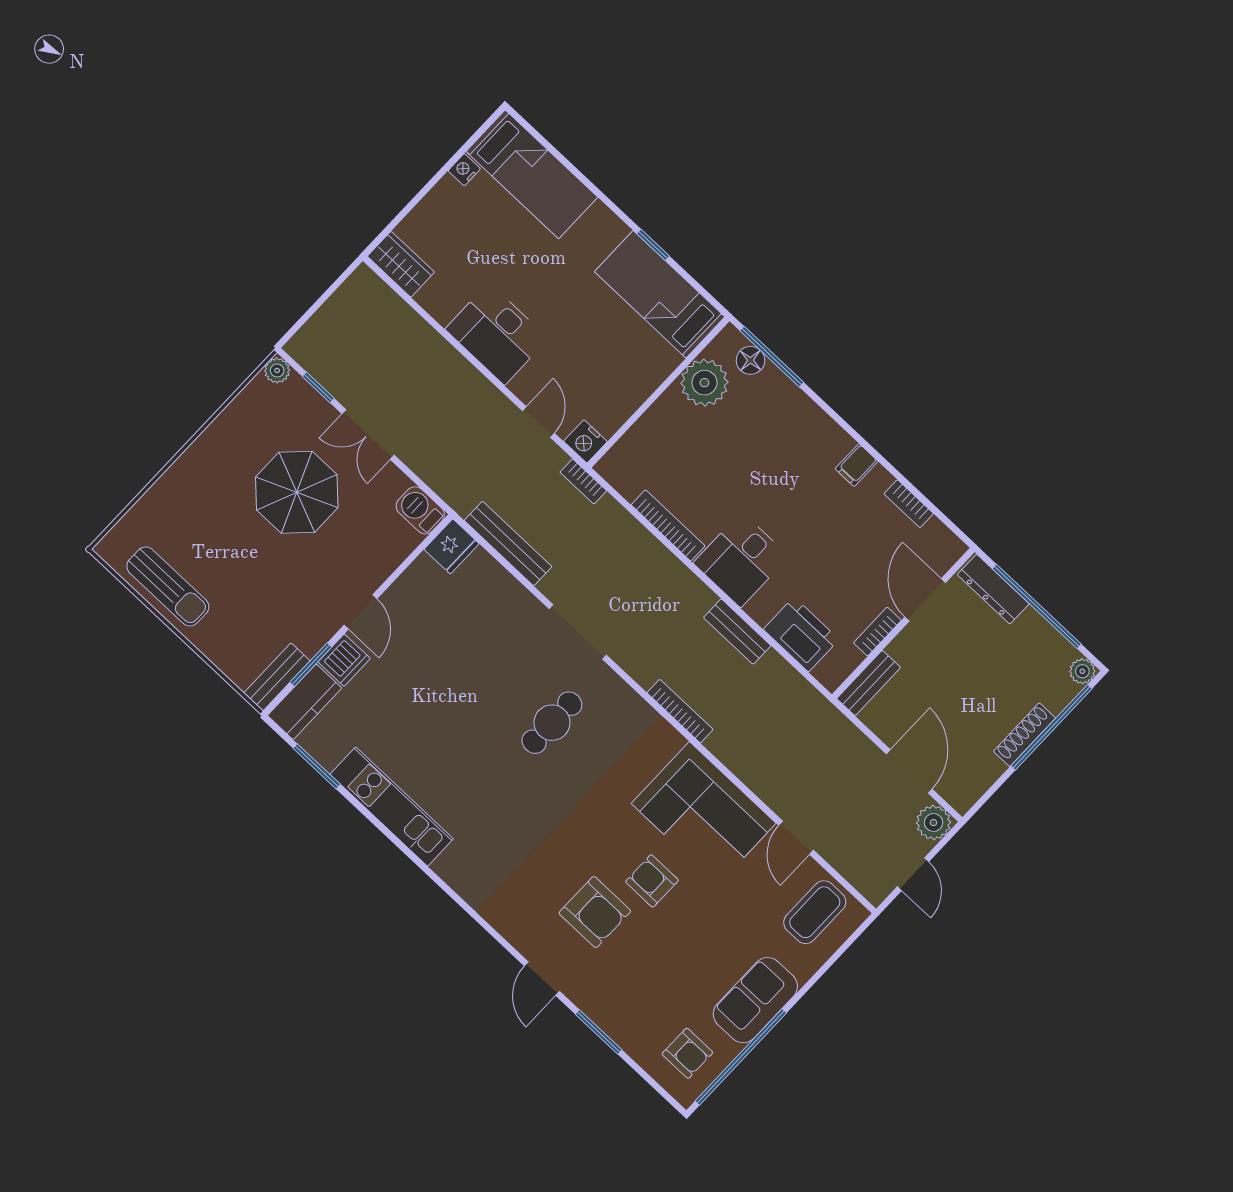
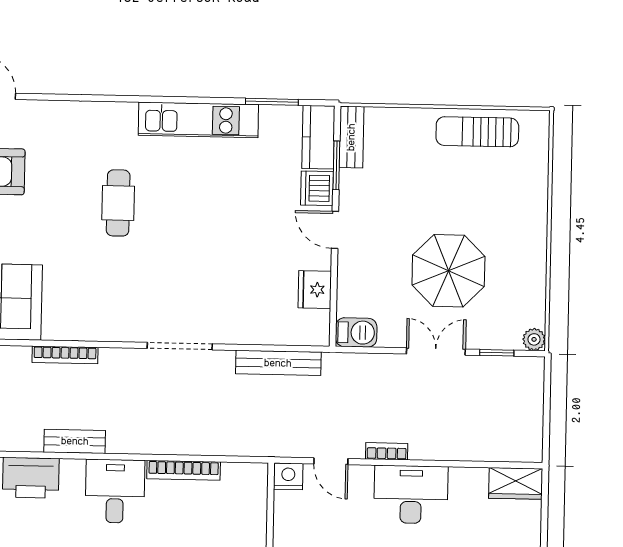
bookcase: (583, 481) -> (387, 451), moved
fridge: (452, 546) -> (315, 290), moved
cafe table: (552, 723) -> (118, 203), moved

